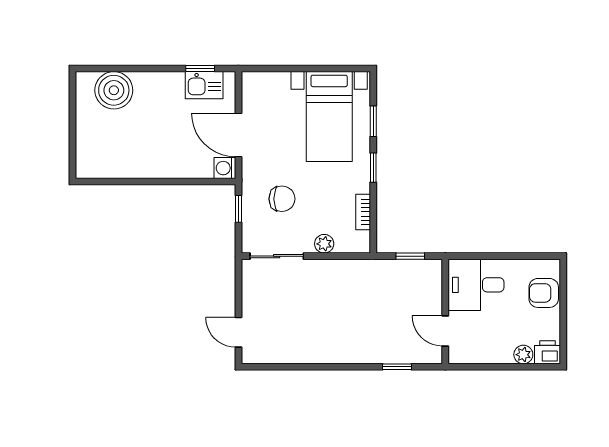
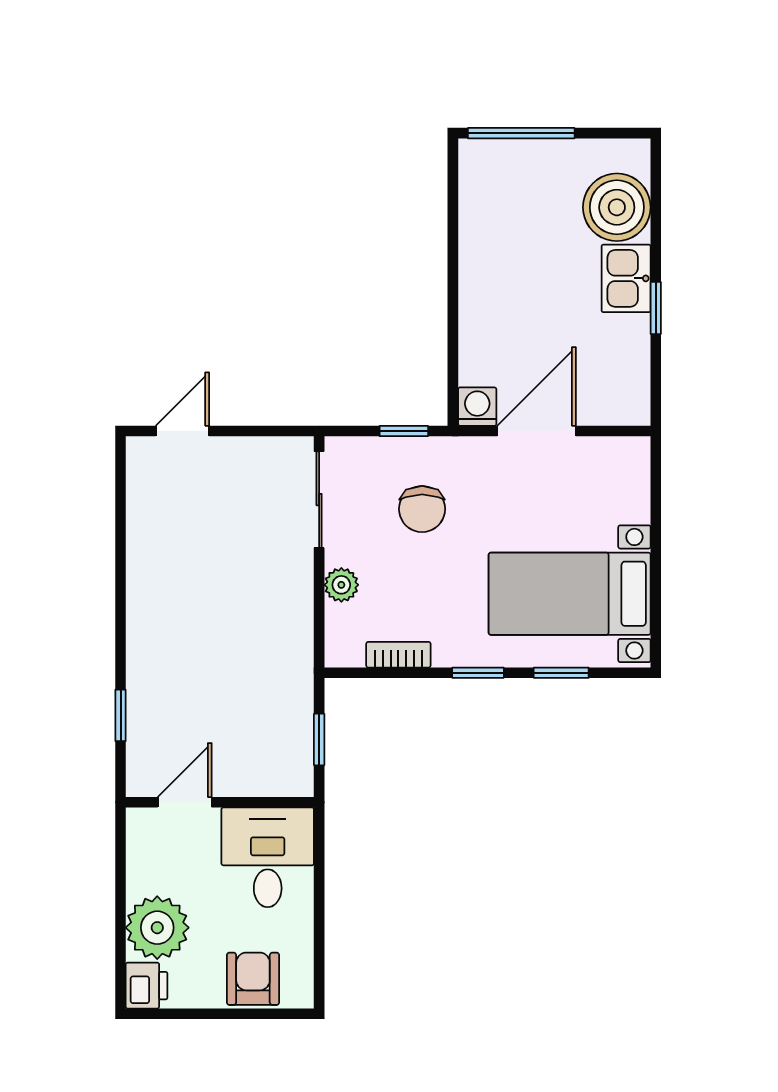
window: (200, 69) -> (656, 308), moved
kitchen sink: (204, 85) -> (626, 278), moved
window: (73, 144) -> (521, 133), added
plant: (523, 355) -> (157, 928), width x1.88, depth x1.88

